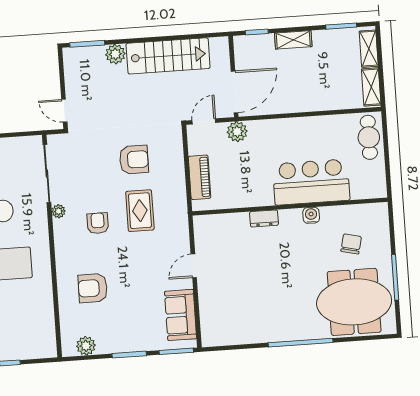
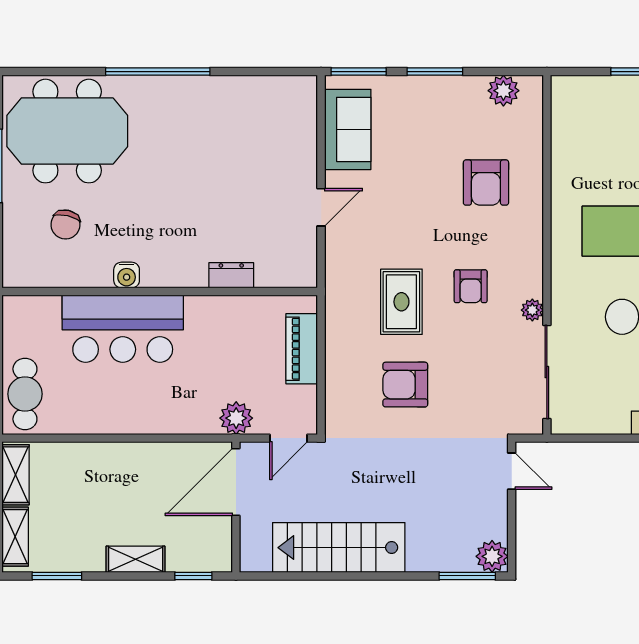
plant: (115, 54) -> (492, 556), moved
dresser: (264, 218) -> (231, 275), moved
armchair: (93, 288) -> (486, 183), turned 90

